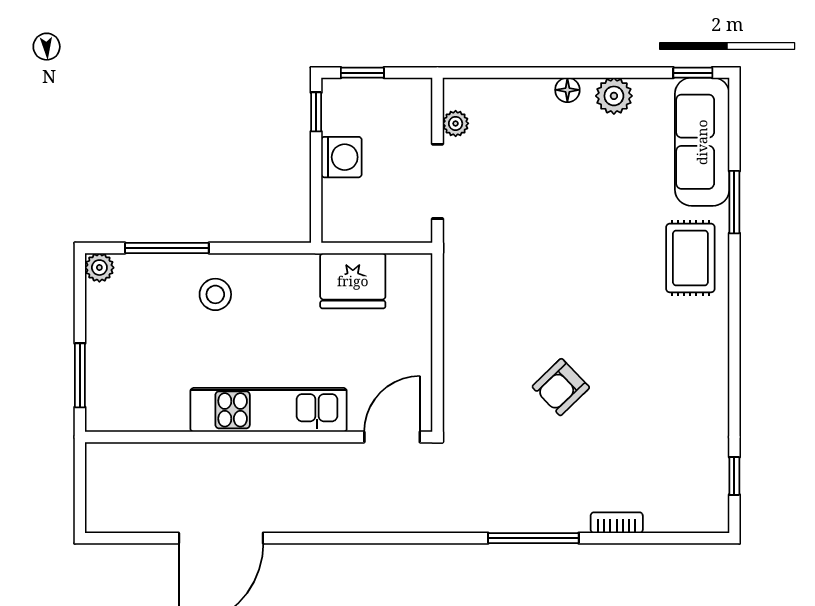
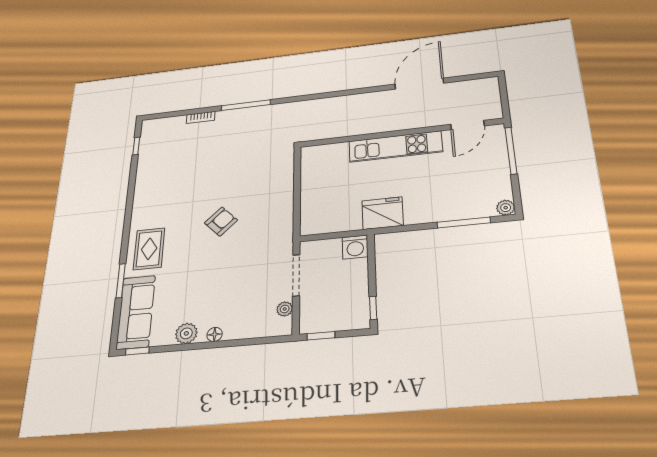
window: (362, 73) -> (321, 336), moved
washing machine: (341, 157) -> (355, 247), moved, turned -90
fridge: (353, 281) -> (383, 213), moved
stool: (215, 294) -> (431, 201), removed
window: (80, 375) -> (511, 151), width x1.44
armchair: (561, 387) -> (221, 221), moved
door: (392, 437) -> (467, 125), moved

